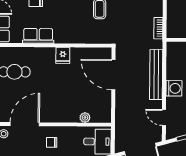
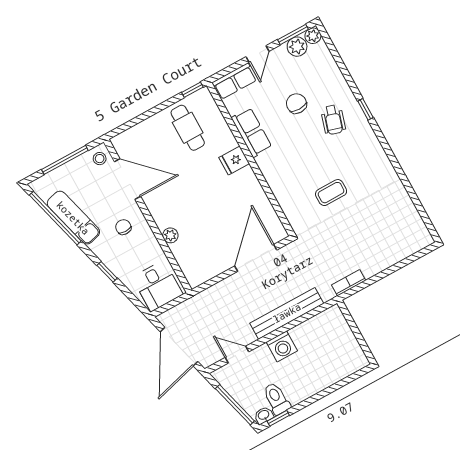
fridge: (63, 55) -> (234, 161), moved
door: (164, 117) -> (237, 355), hinge flipped
plant: (85, 118) -> (170, 235), moved

